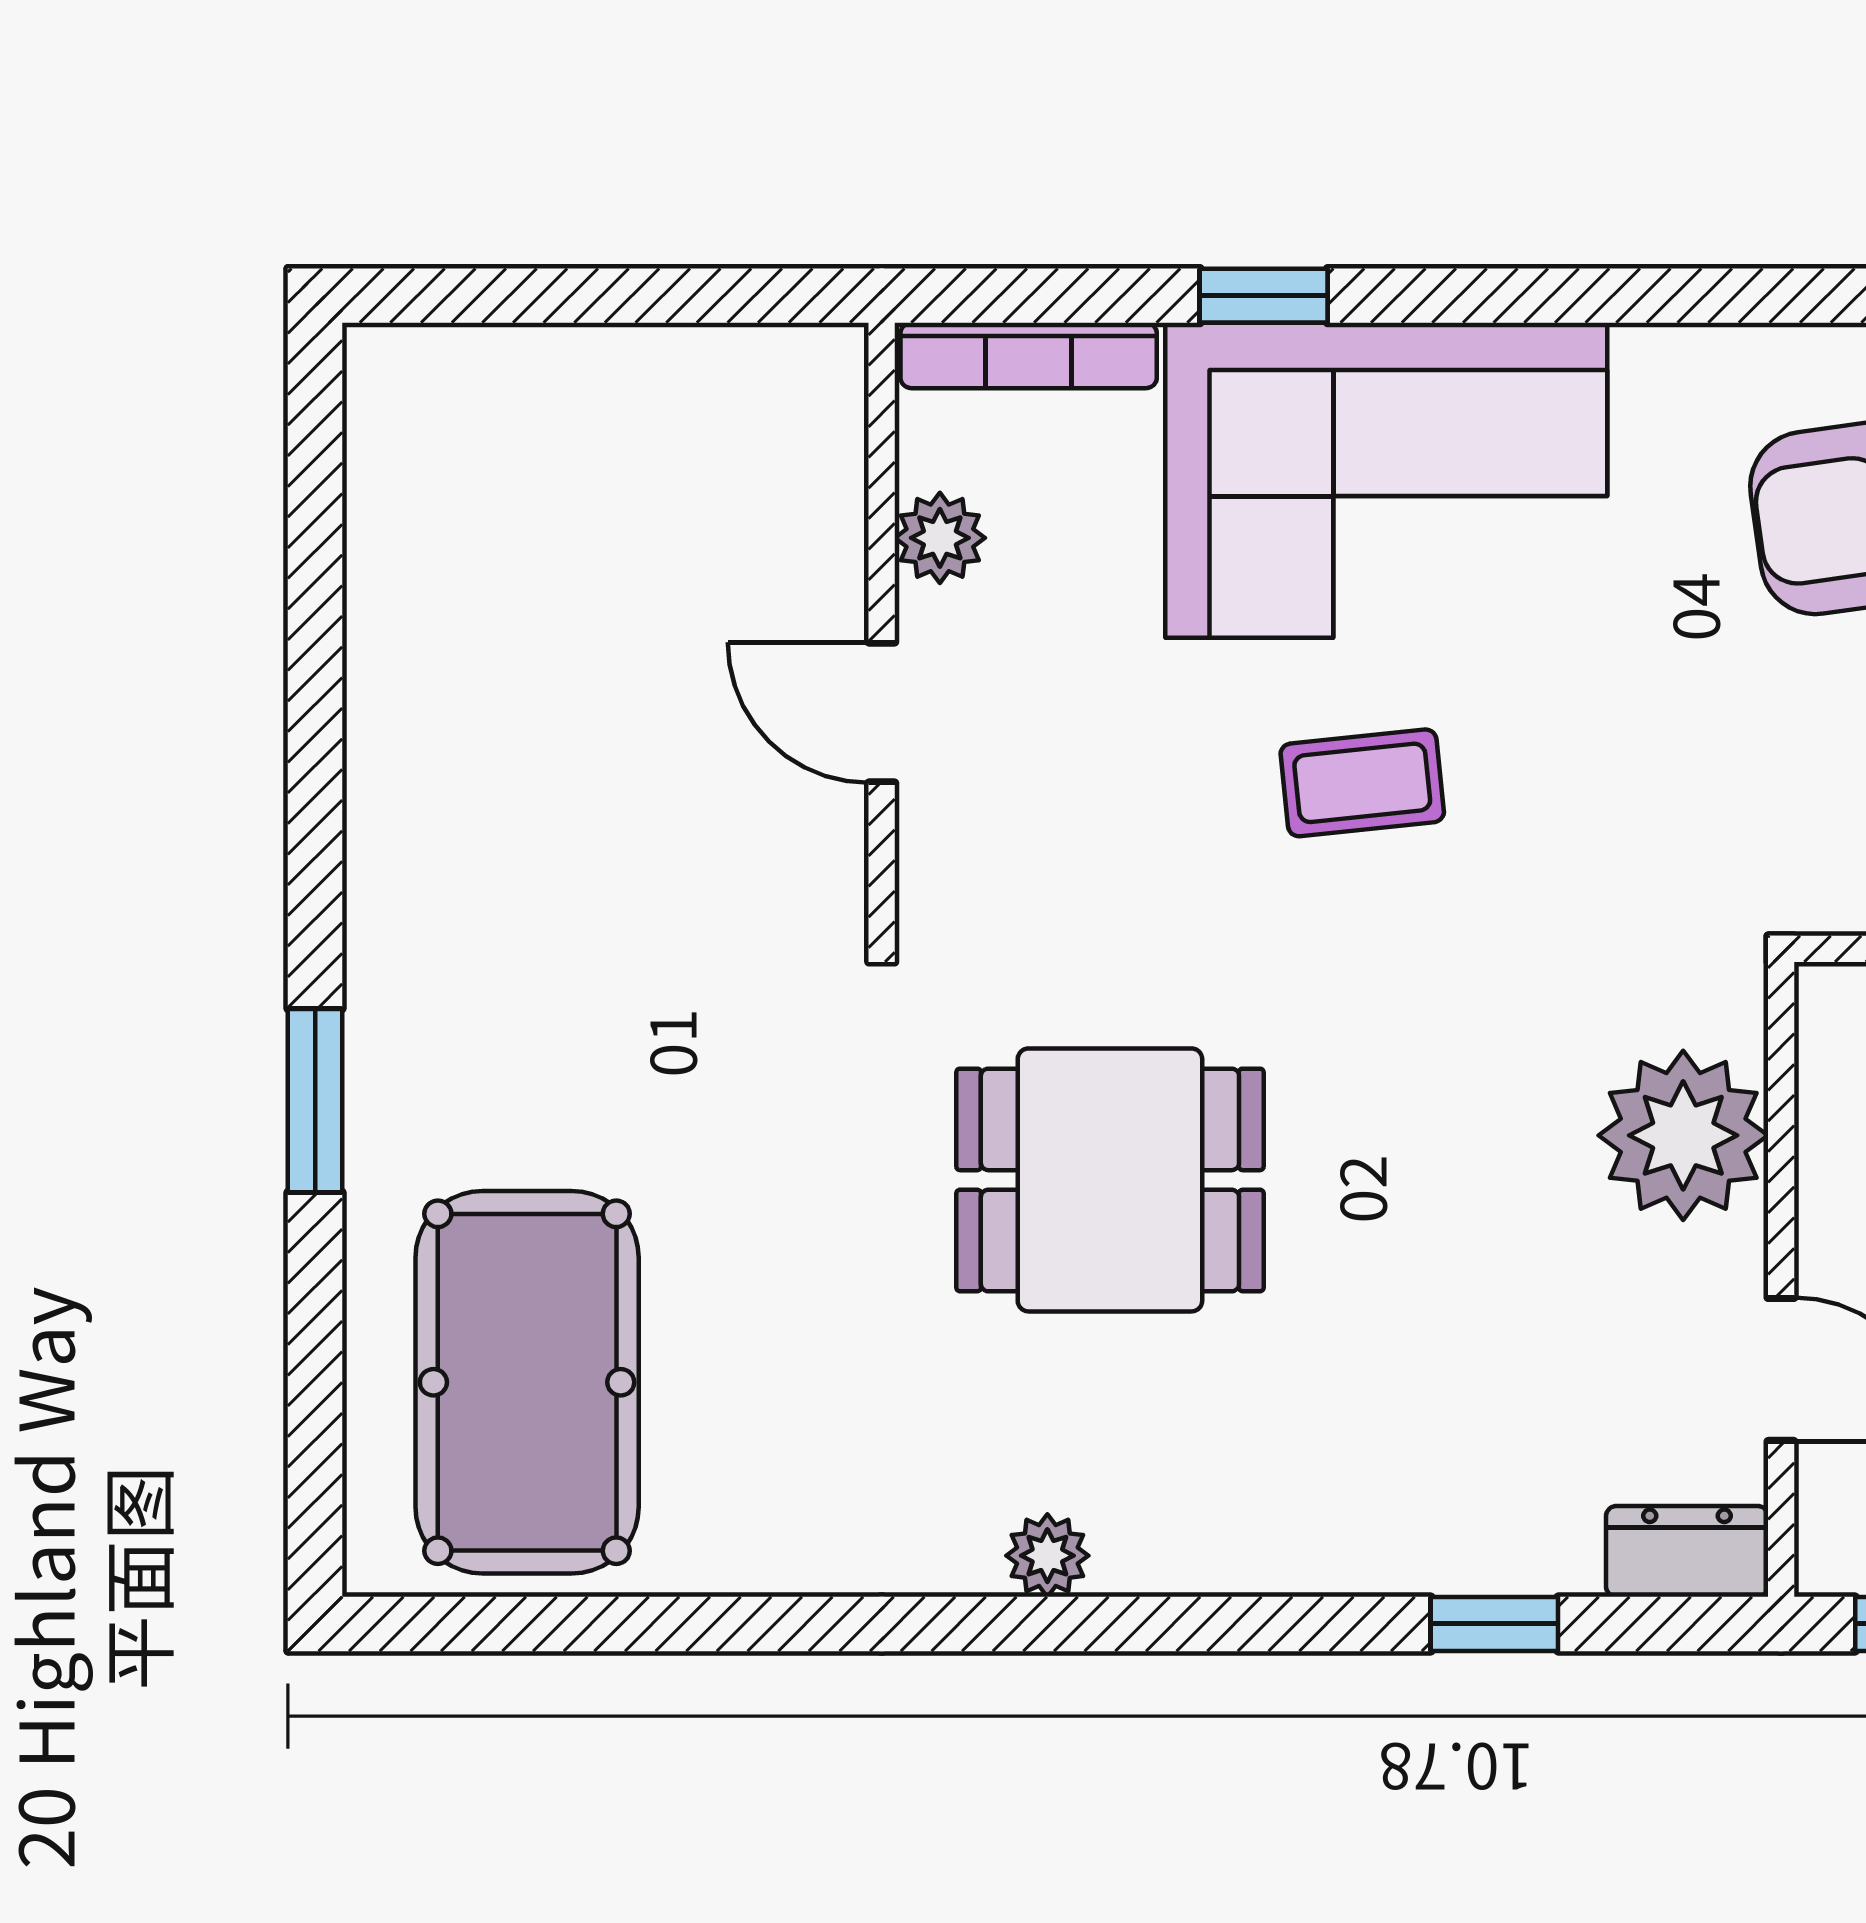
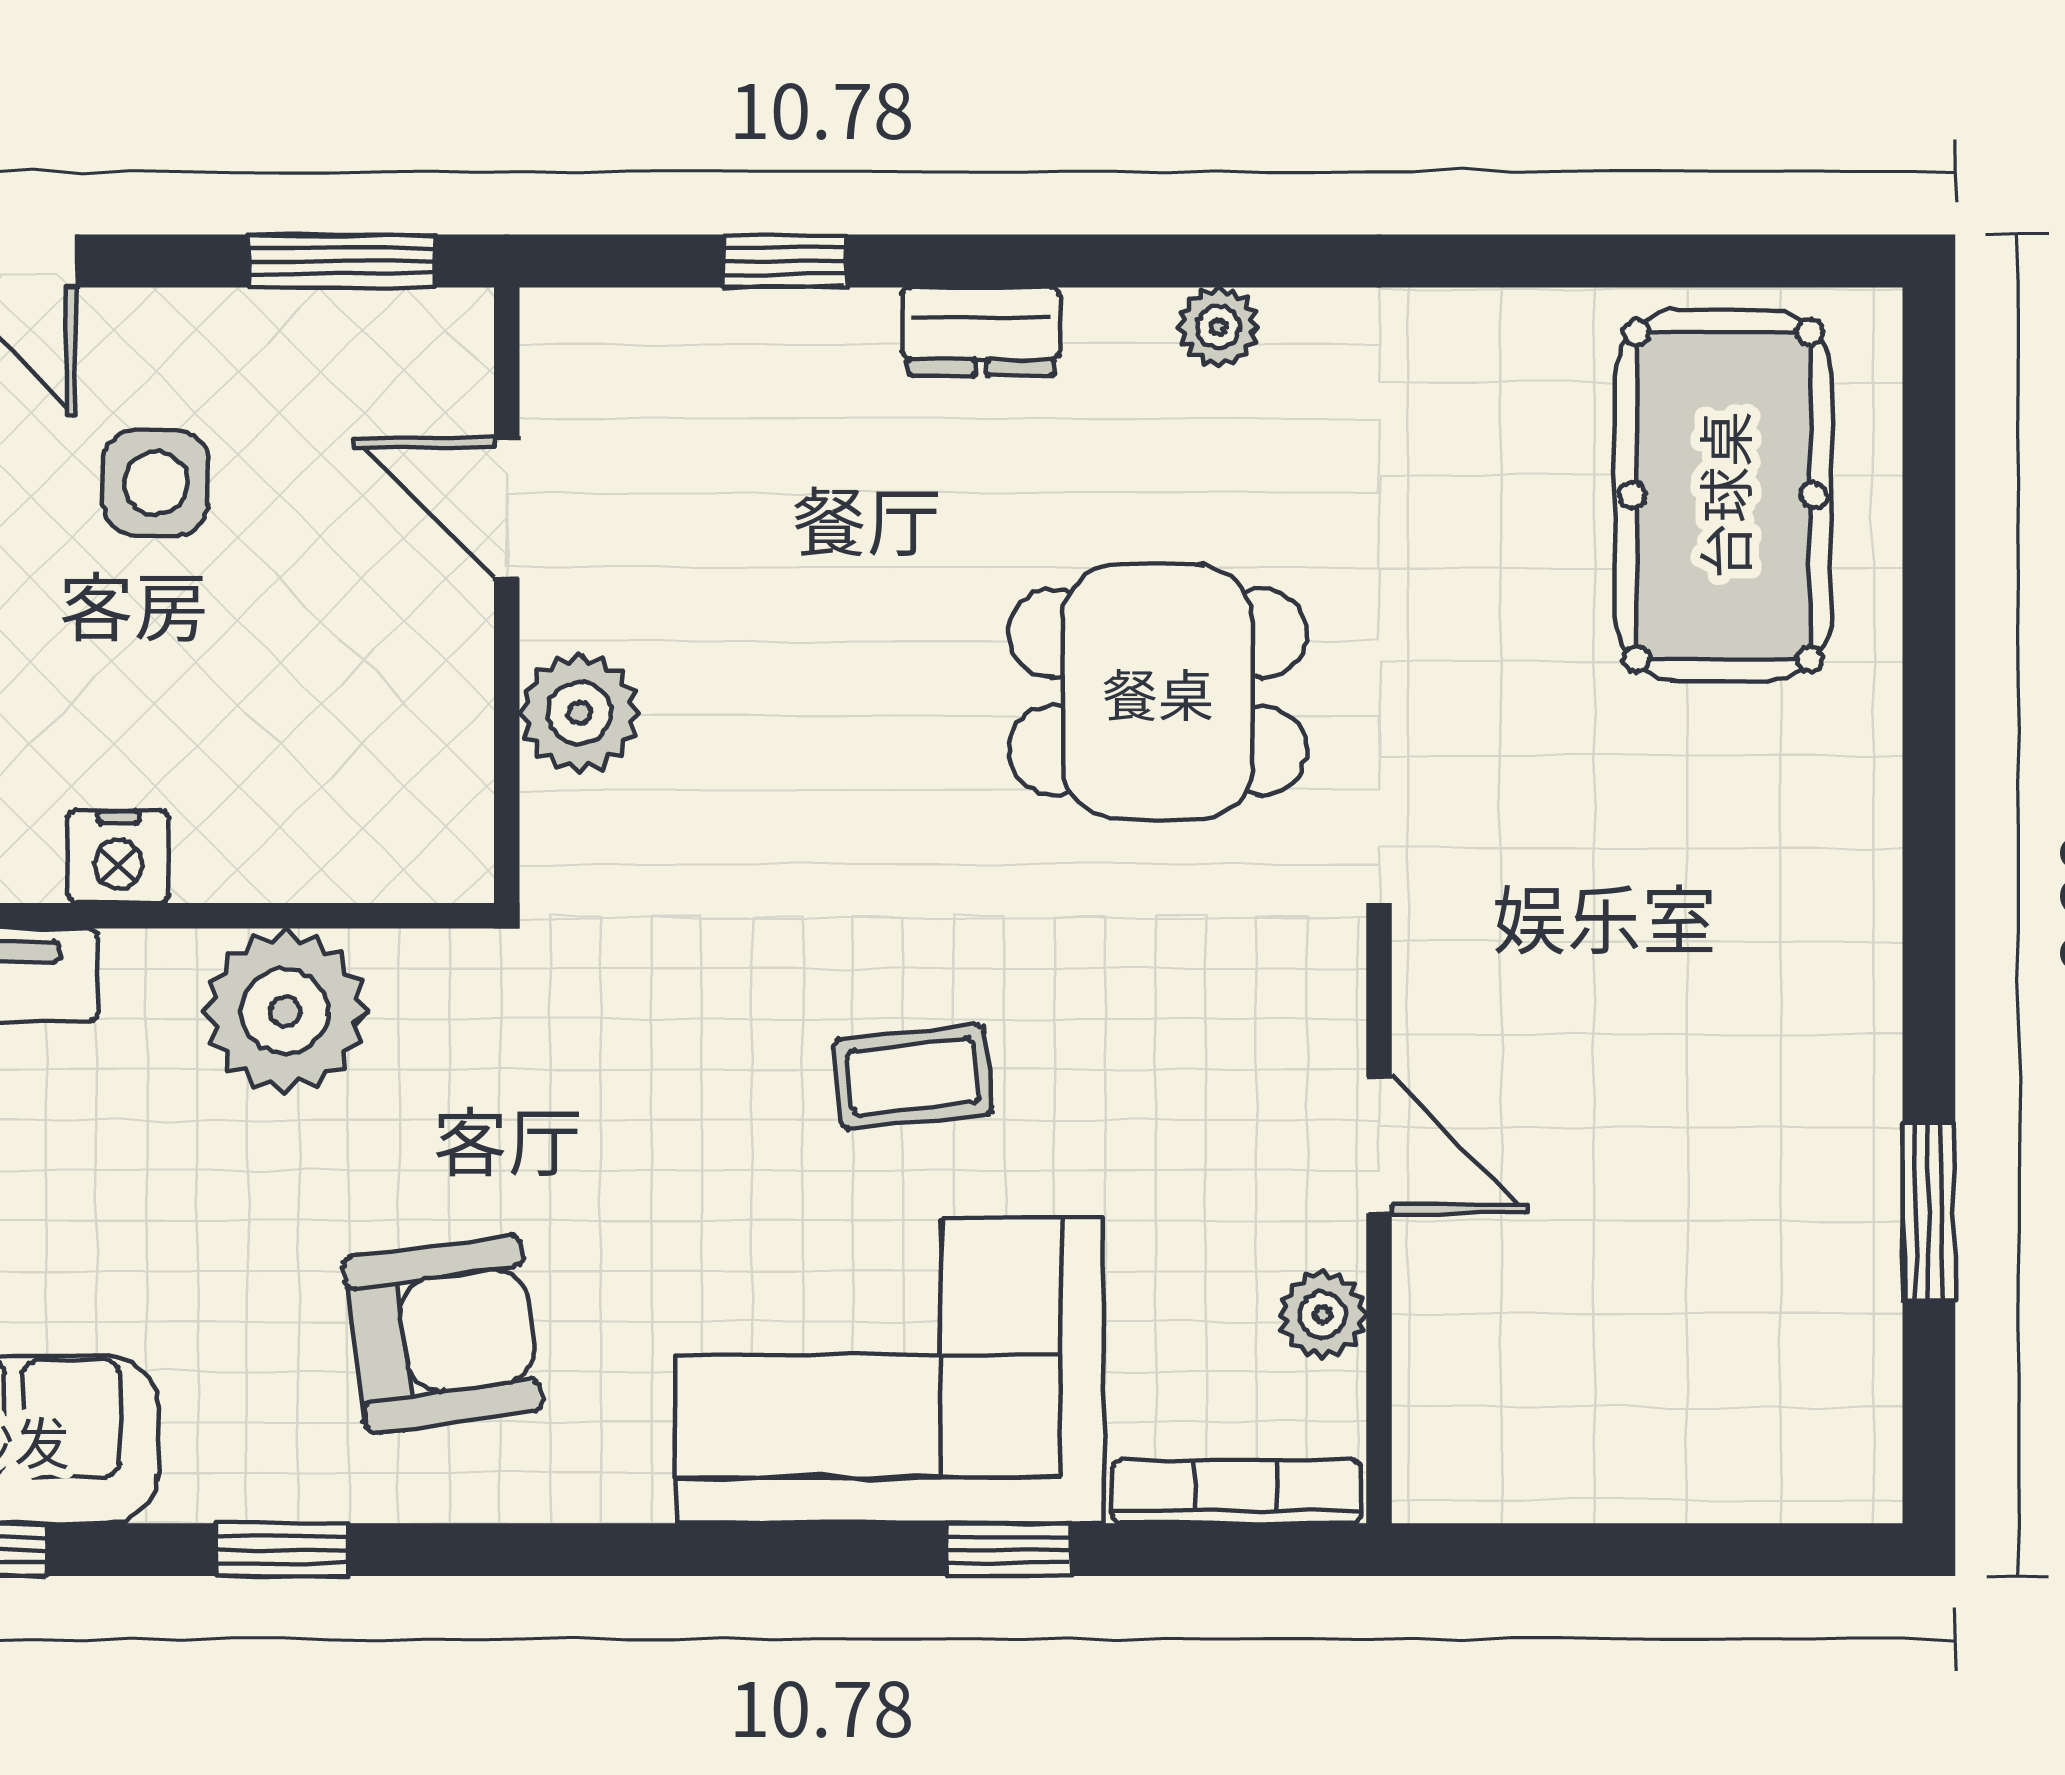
window: (315, 1101) -> (1929, 1212), moved
plant: (1683, 1135) -> (580, 713), width x0.73, depth x0.73
dresser: (1687, 1551) -> (981, 331), moved

